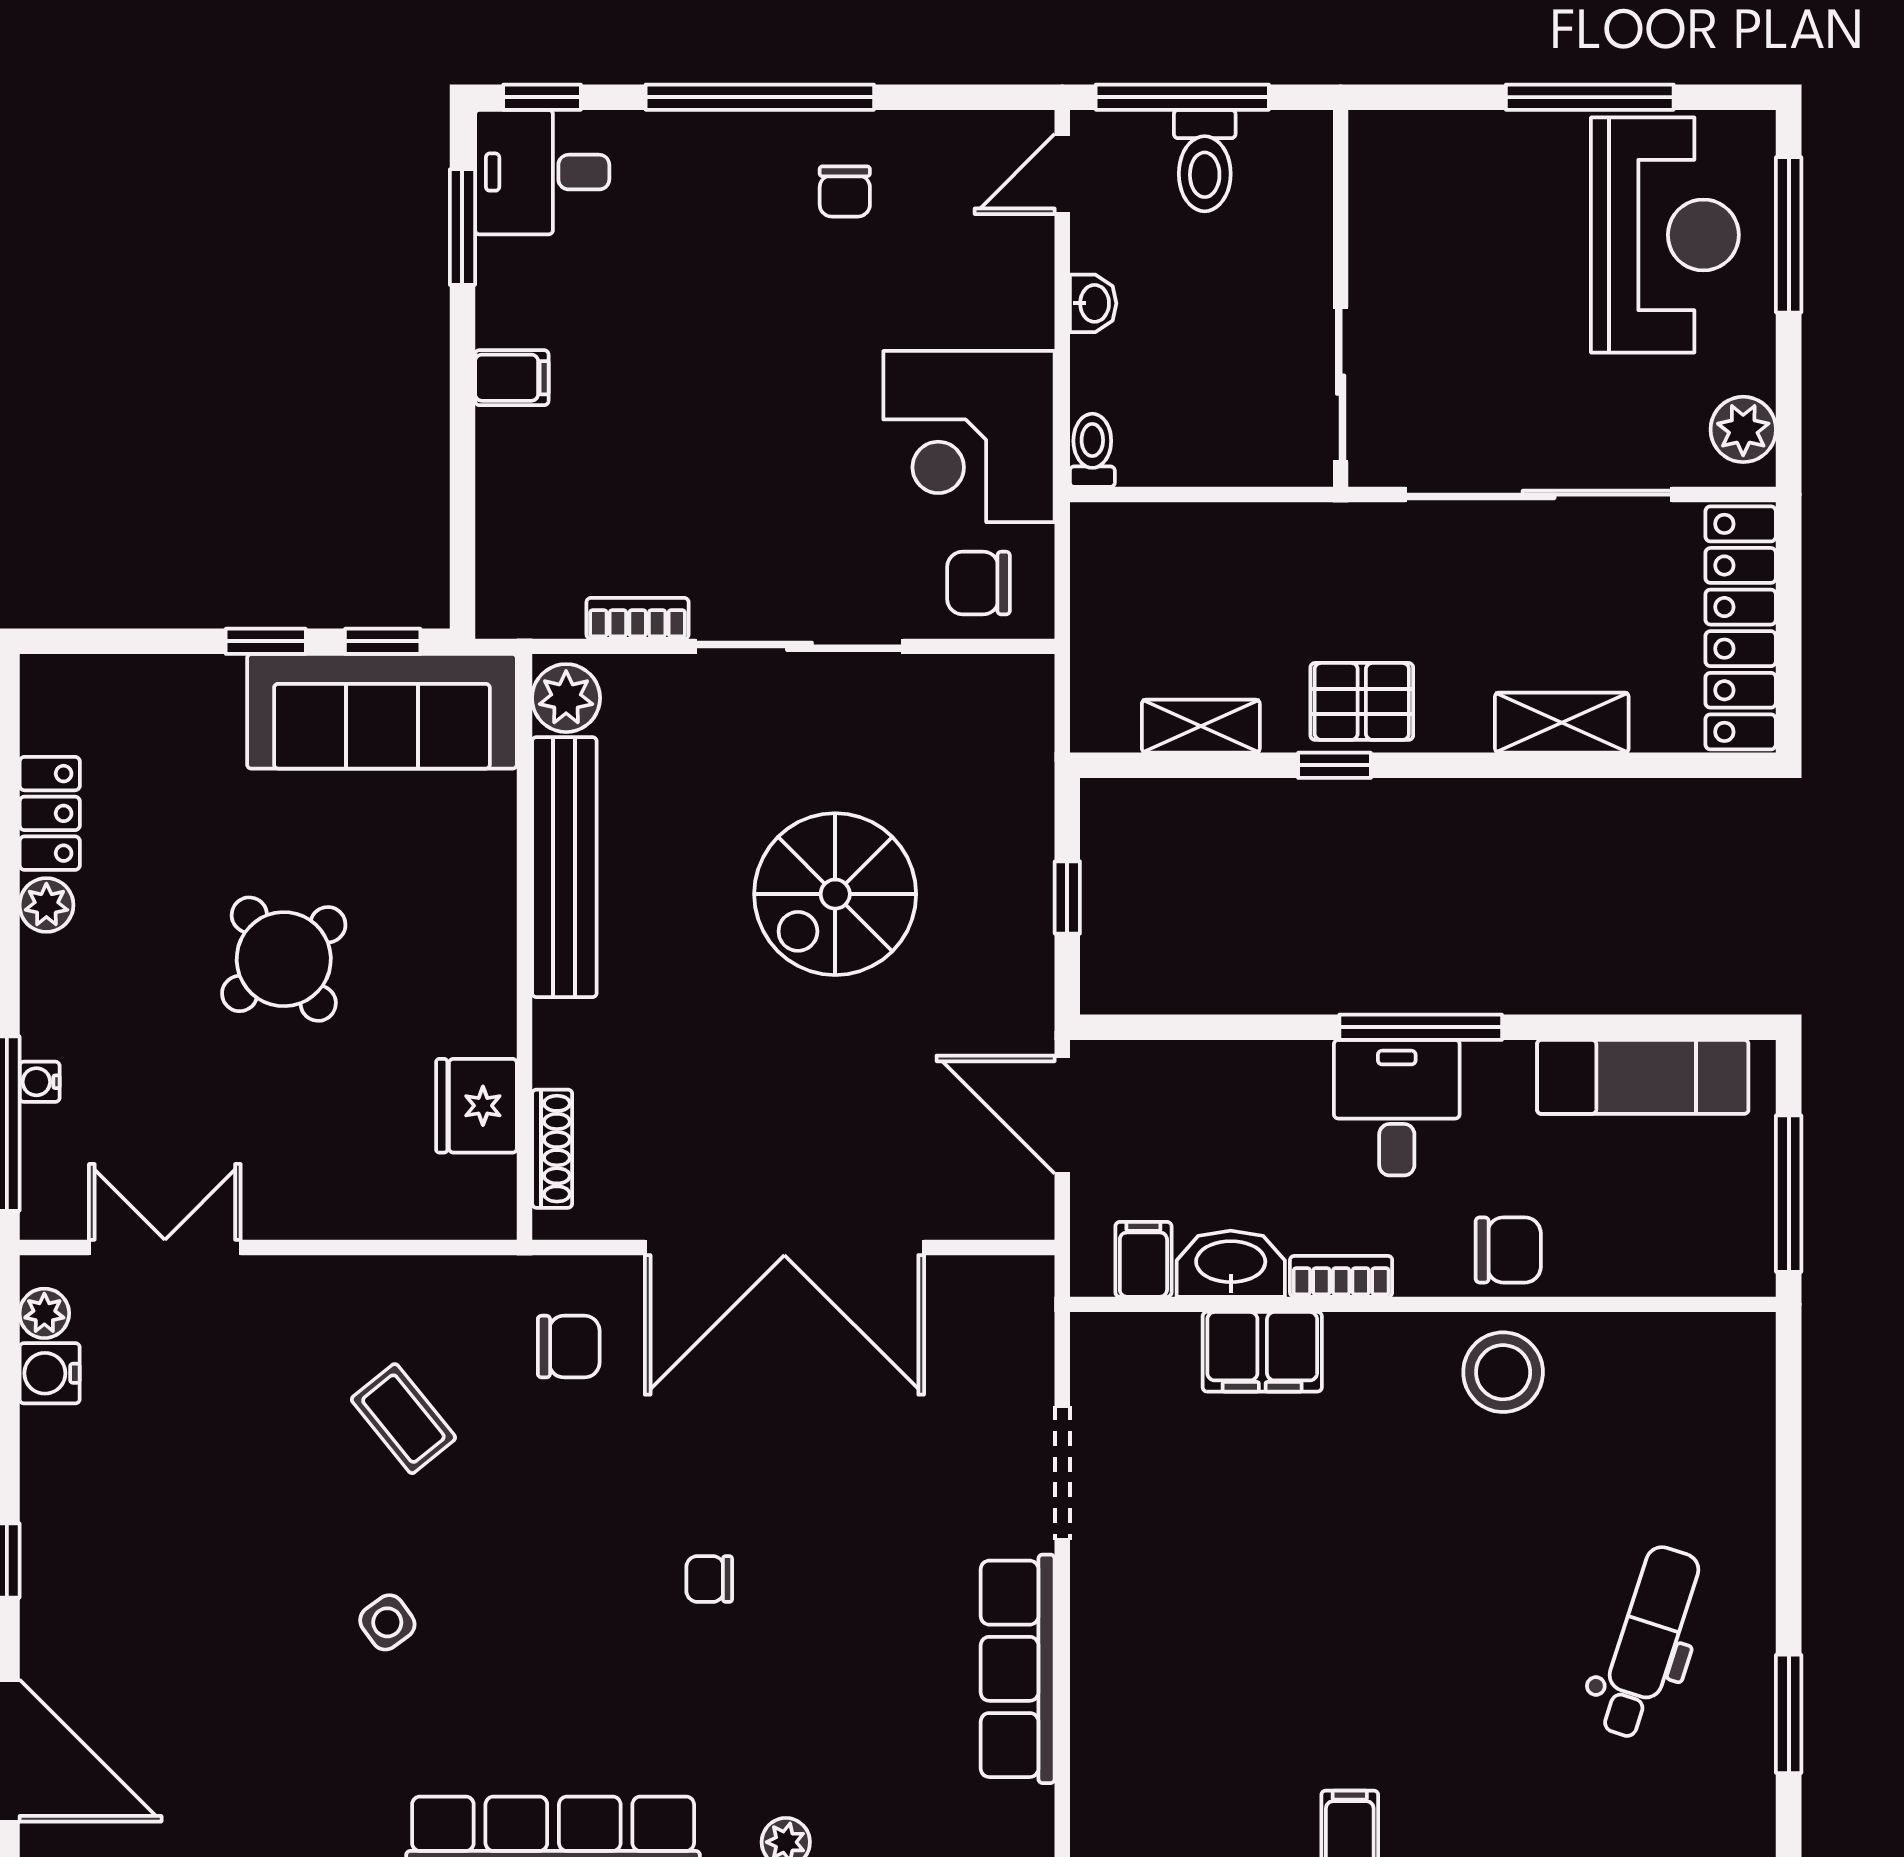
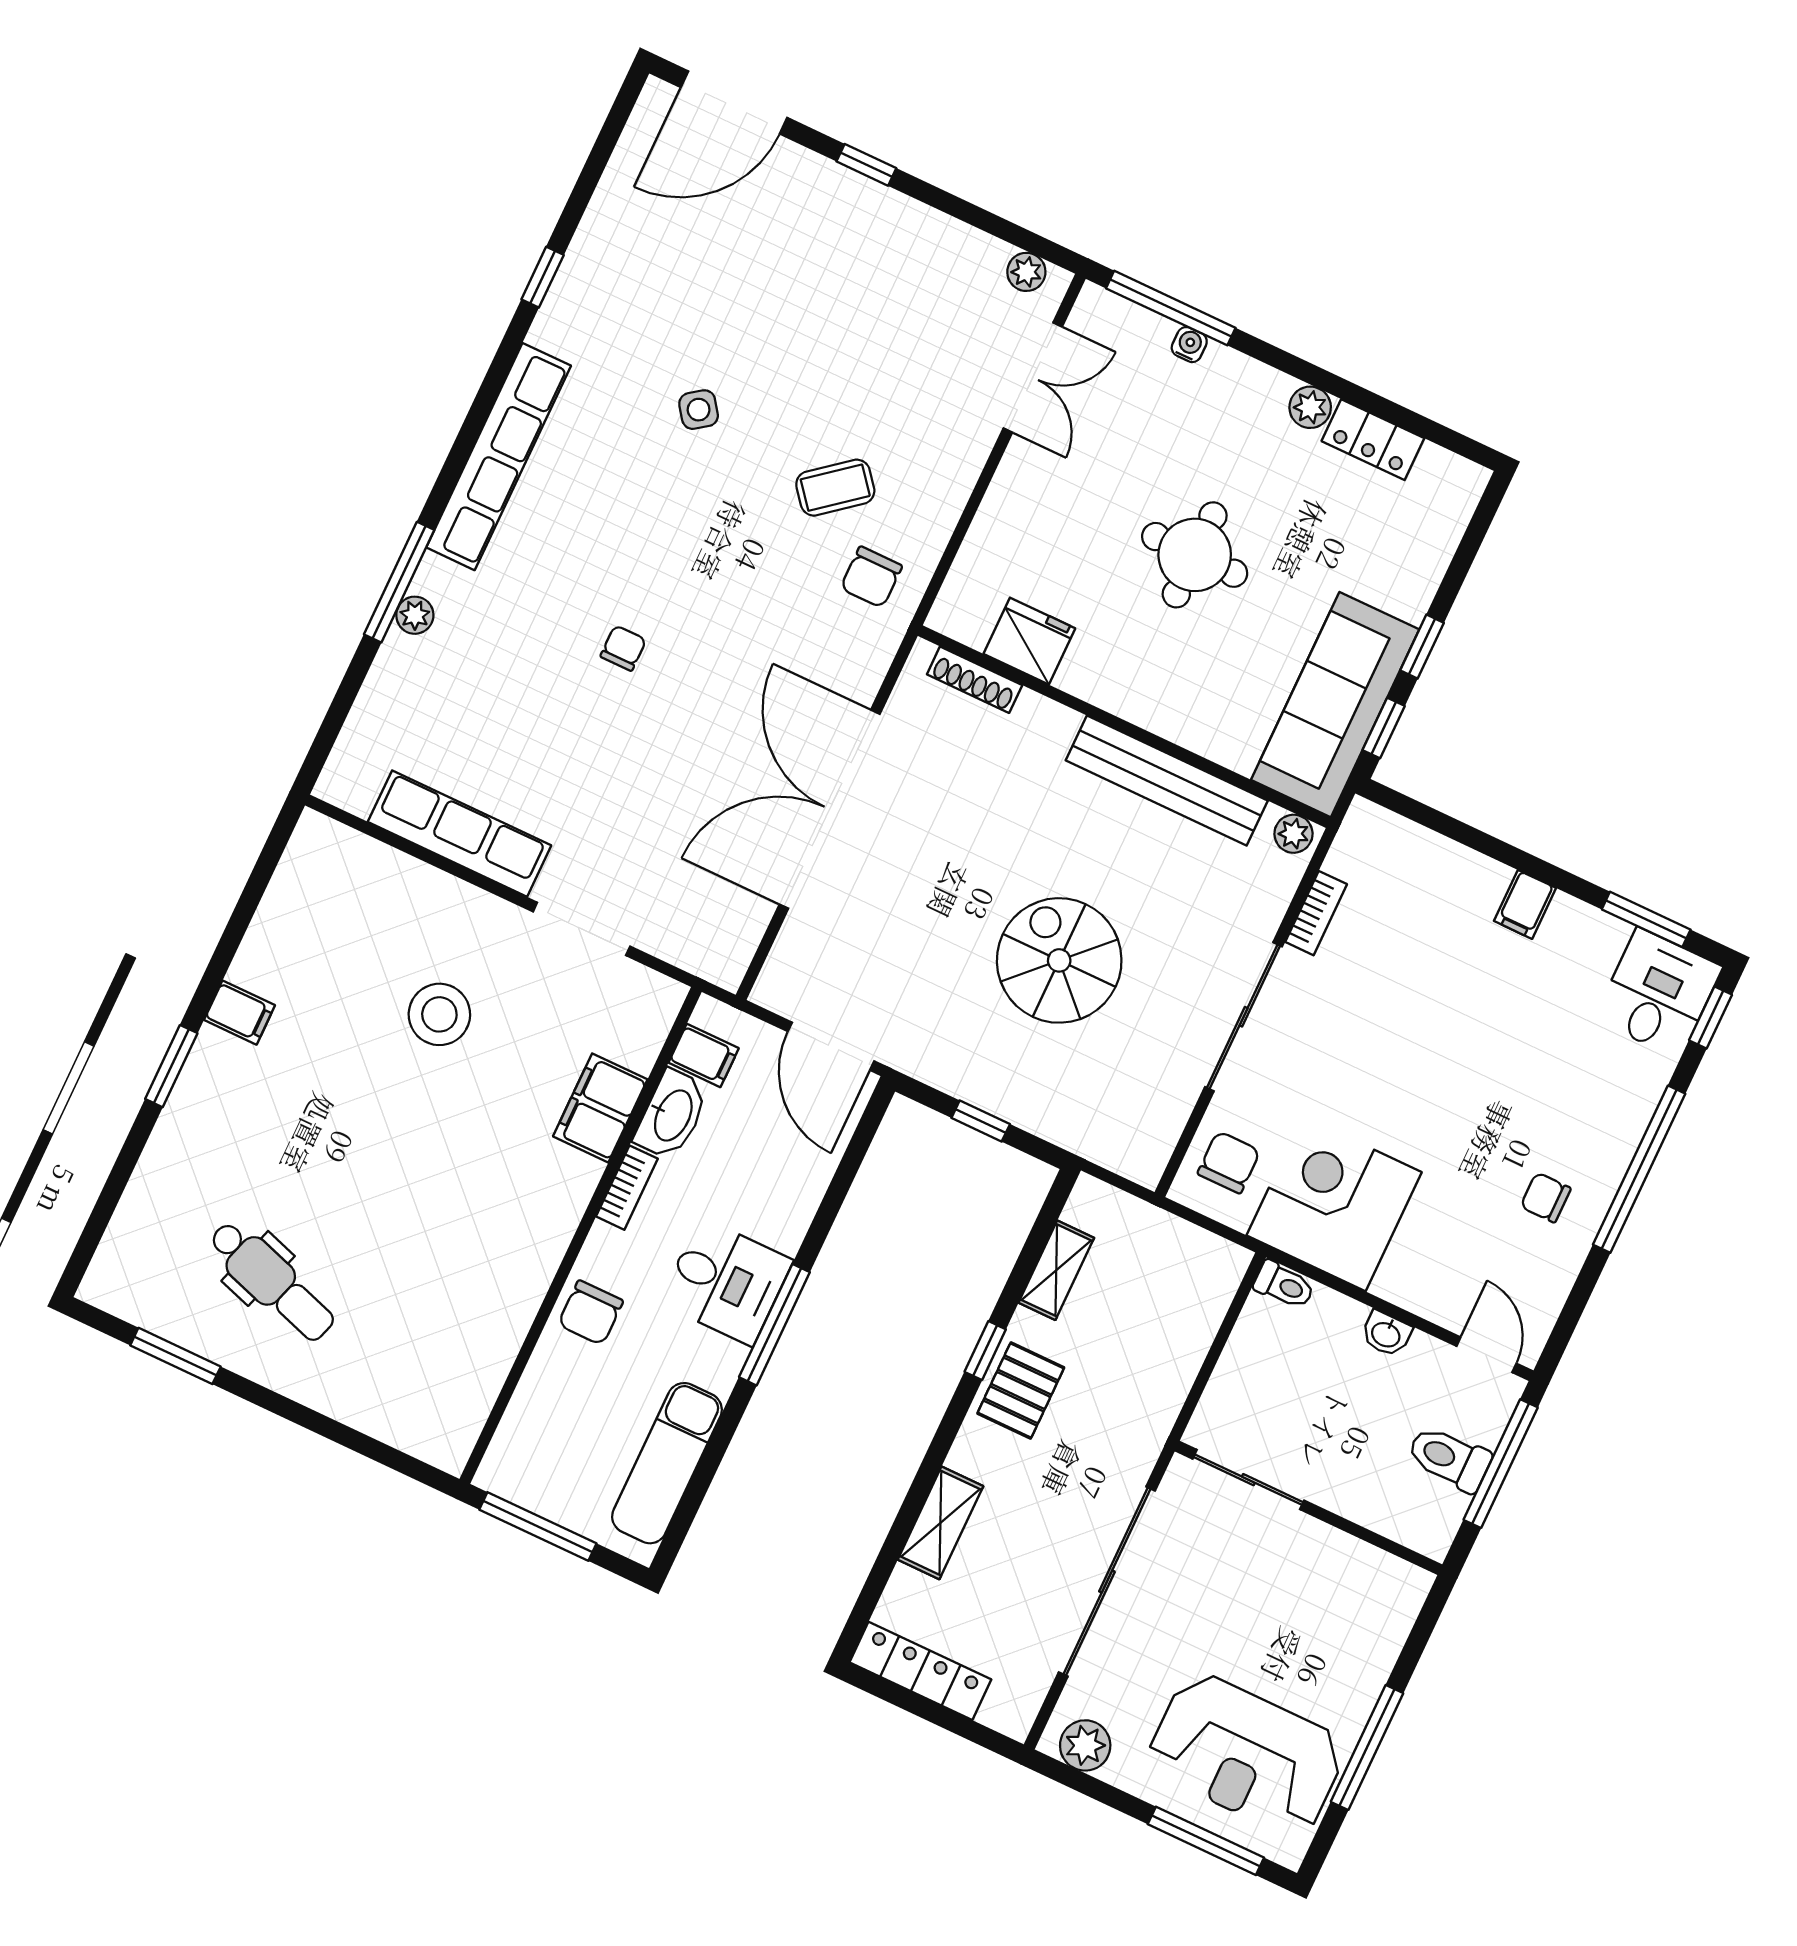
locker: (1741, 628) -> (920, 1671), width x0.71, depth x0.83
plant: (566, 698) -> (1293, 834), width x0.73, depth x0.73
round table: (284, 959) -> (1195, 555), turned 38
door: (1062, 1115) -> (831, 1046), swing flipped
chair: (569, 1347) -> (871, 577), moved
stool: (1503, 1372) -> (439, 1014), moved
water cooler: (50, 1373) -> (983, 256), removed

